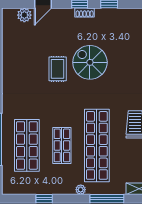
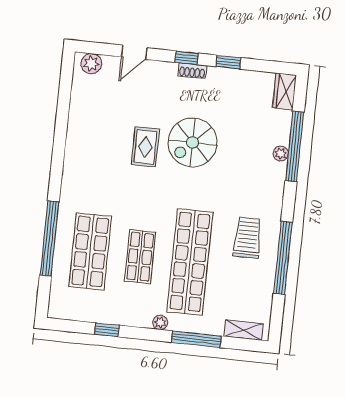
plant: (24, 15) -> (91, 64), moved
spiral stairs: (90, 62) -> (193, 142), turned -90

